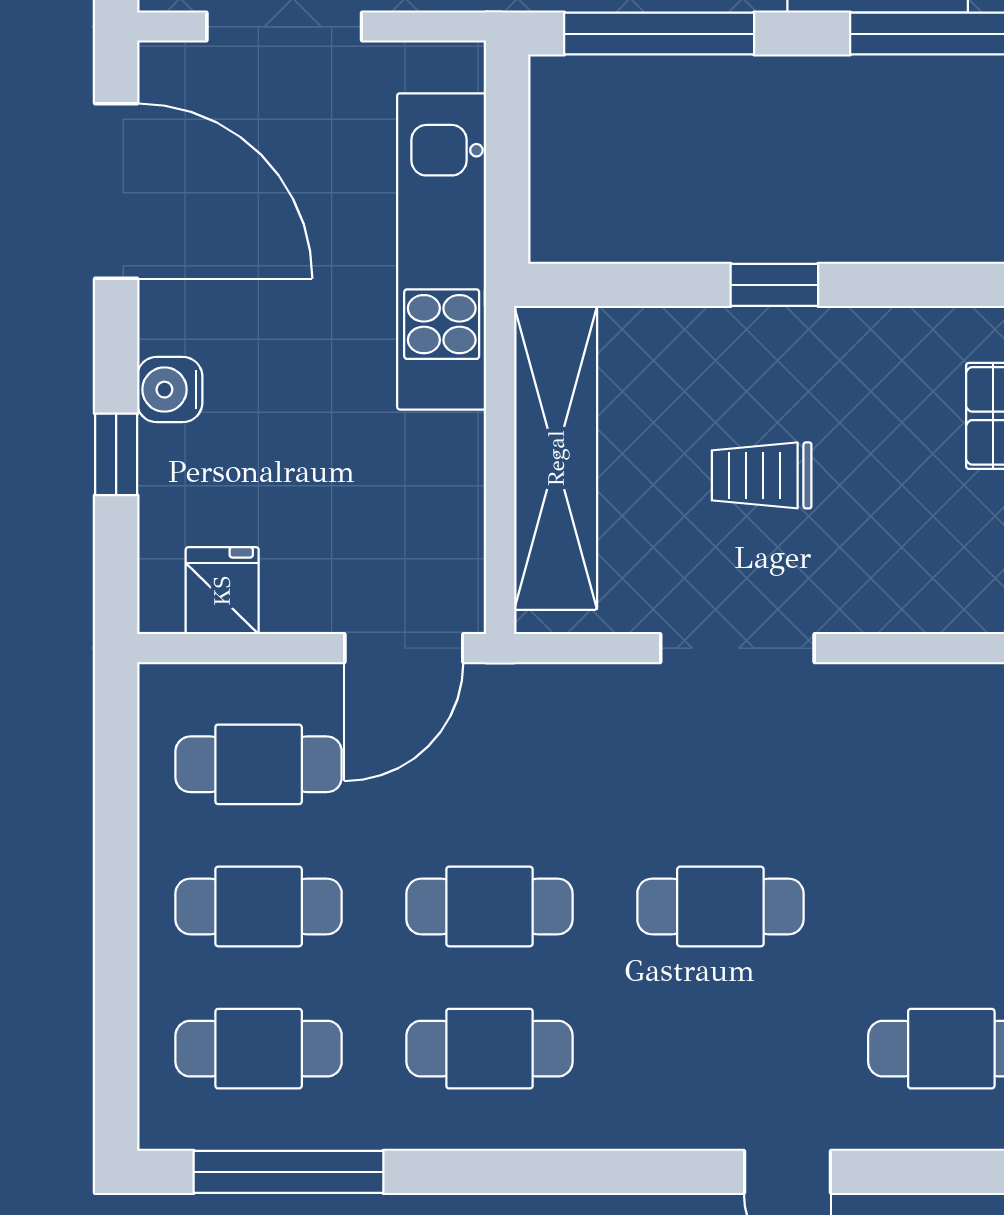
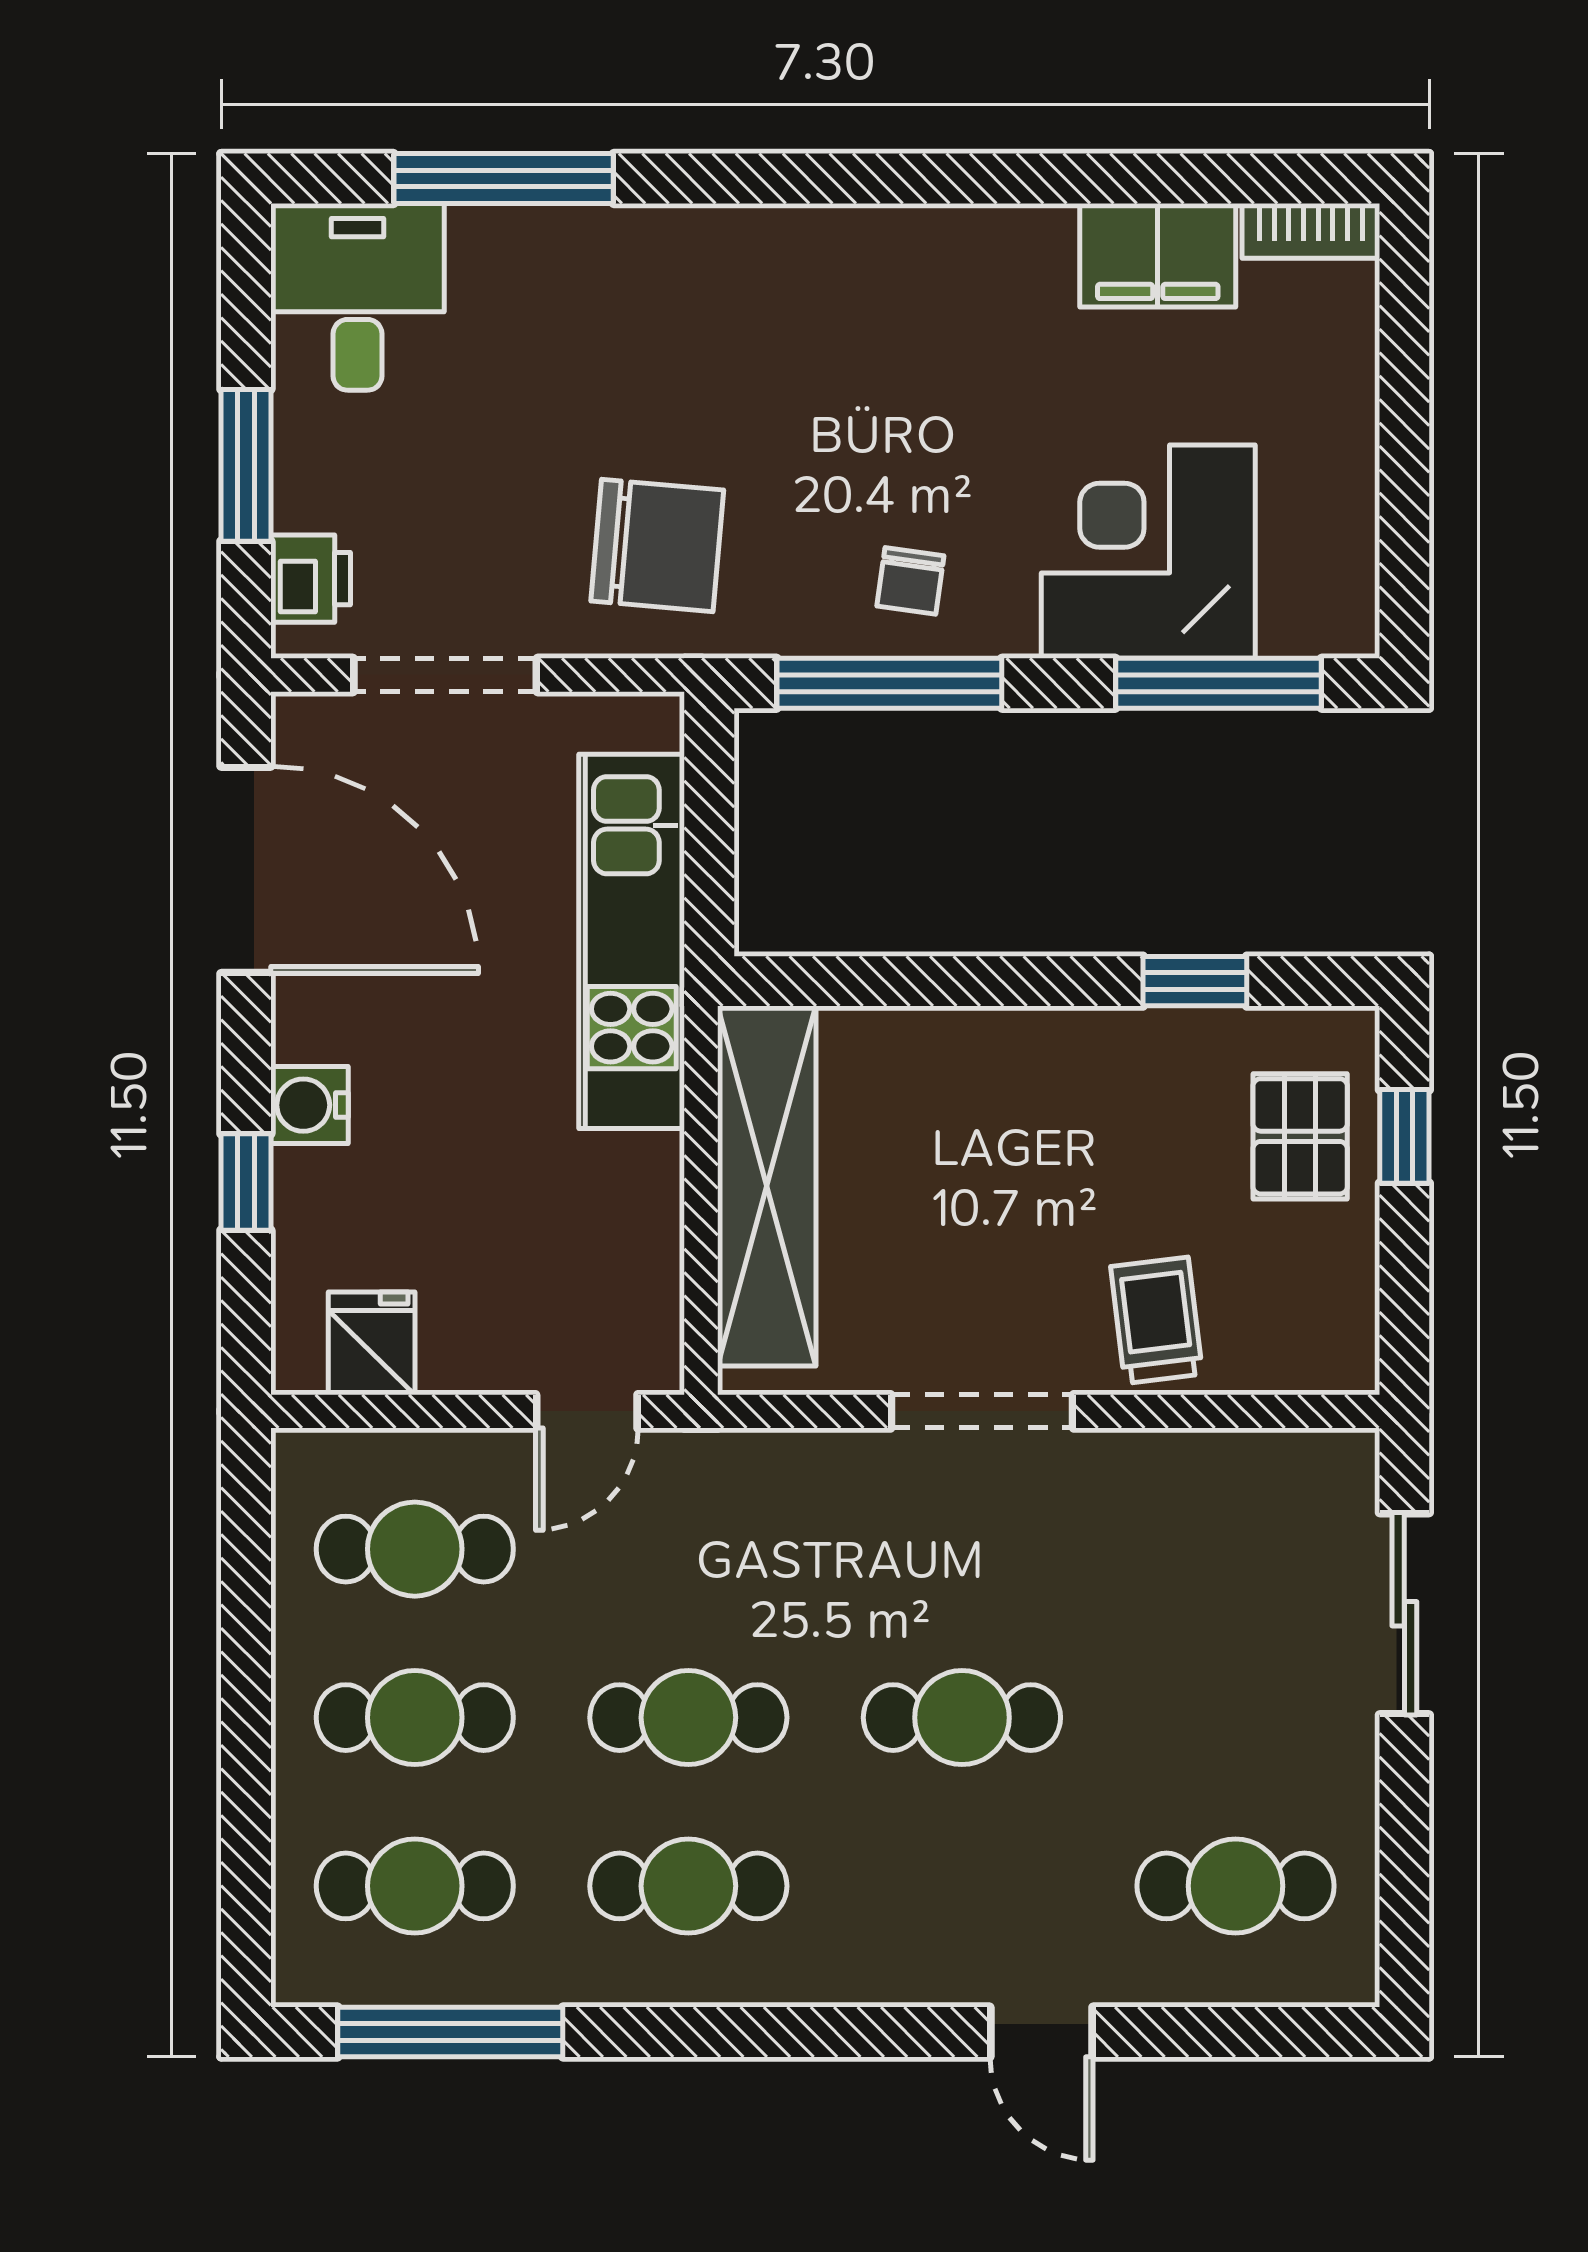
window: (774, 285) -> (1195, 981), moved
trolley: (762, 475) -> (1157, 1320), moved, turned 83
door: (404, 648) -> (587, 1411), width x0.73

